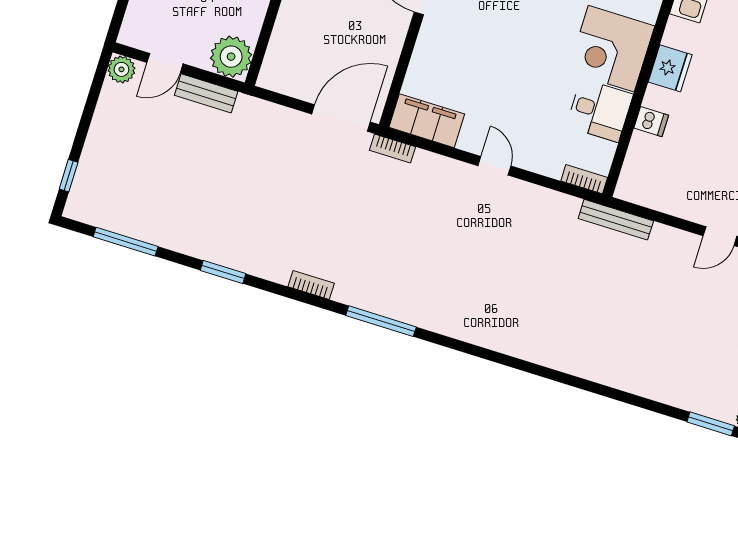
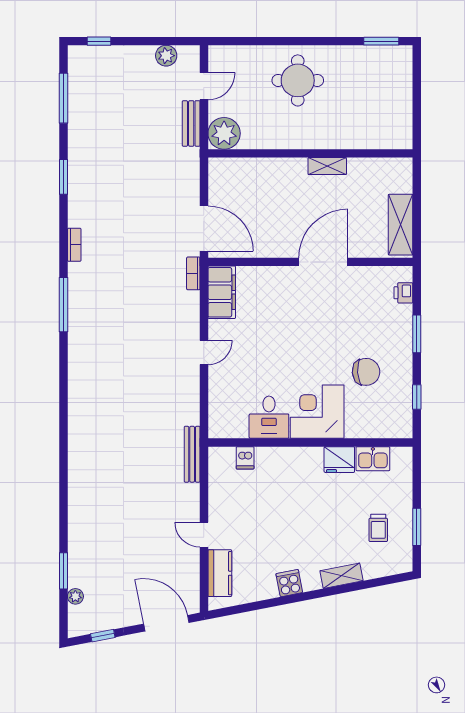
door: (165, 63) -> (204, 86), swing flipped
fridge: (670, 68) -> (339, 460), moved
plant: (121, 69) -> (166, 56), moved
dishwasher: (651, 122) -> (245, 458), moved
bookcase: (584, 179) -> (215, 422), removed

